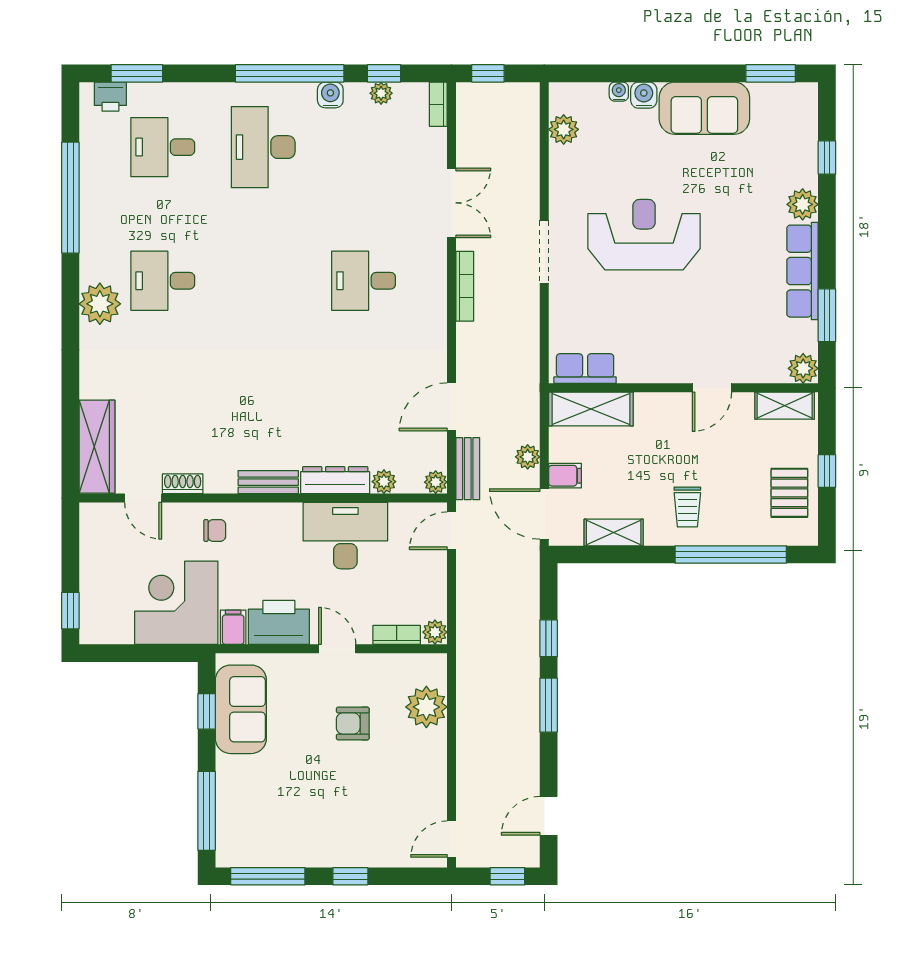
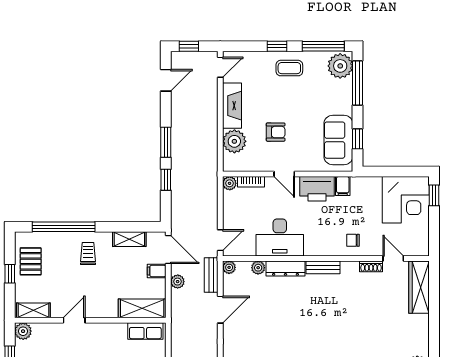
corner desk: (176, 603) -> (406, 200), moved
fireplace: (431, 771) -> (232, 106), added
coffee table: (328, 838) -> (289, 68), added
plant: (238, 841) -> (340, 66), added

